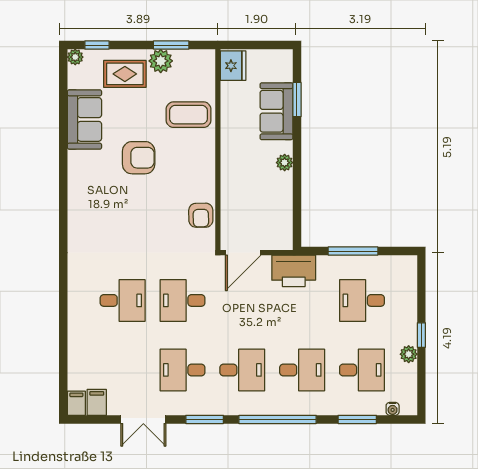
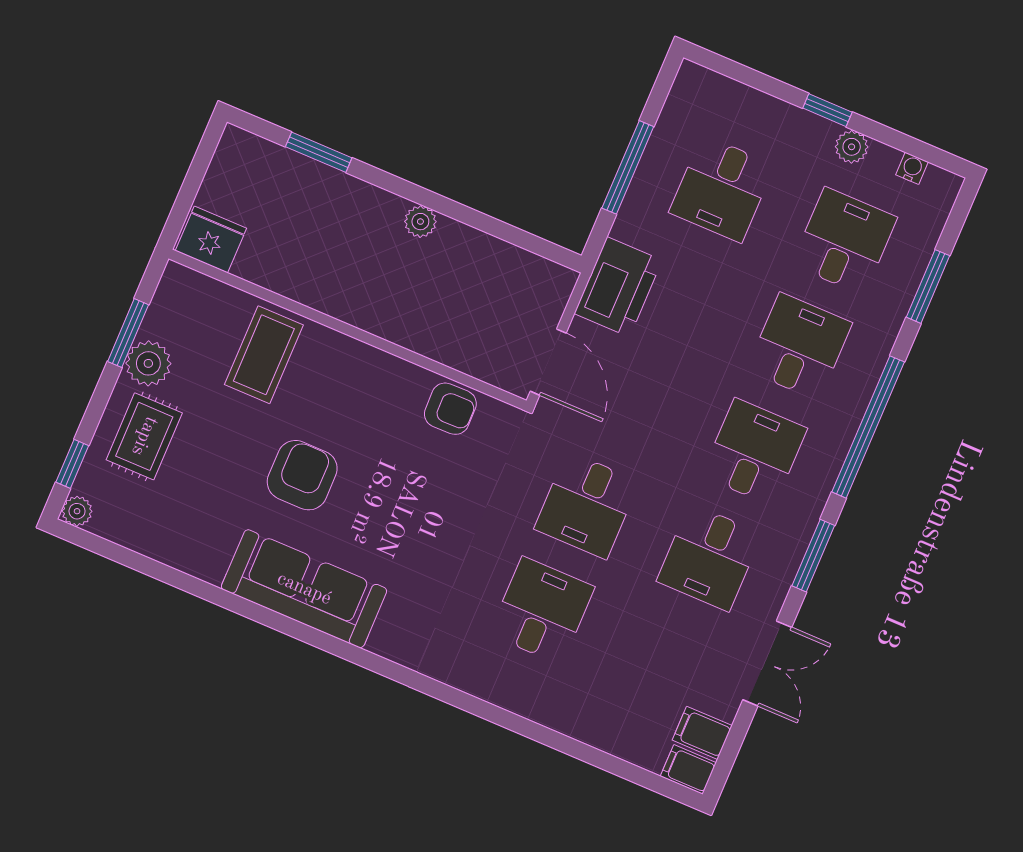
sofa: (276, 111) -> (324, 197), removed
sofa: (84, 119) -> (304, 589), moved, width x1.36
water cooler: (393, 409) -> (912, 168), moved, turned -90

